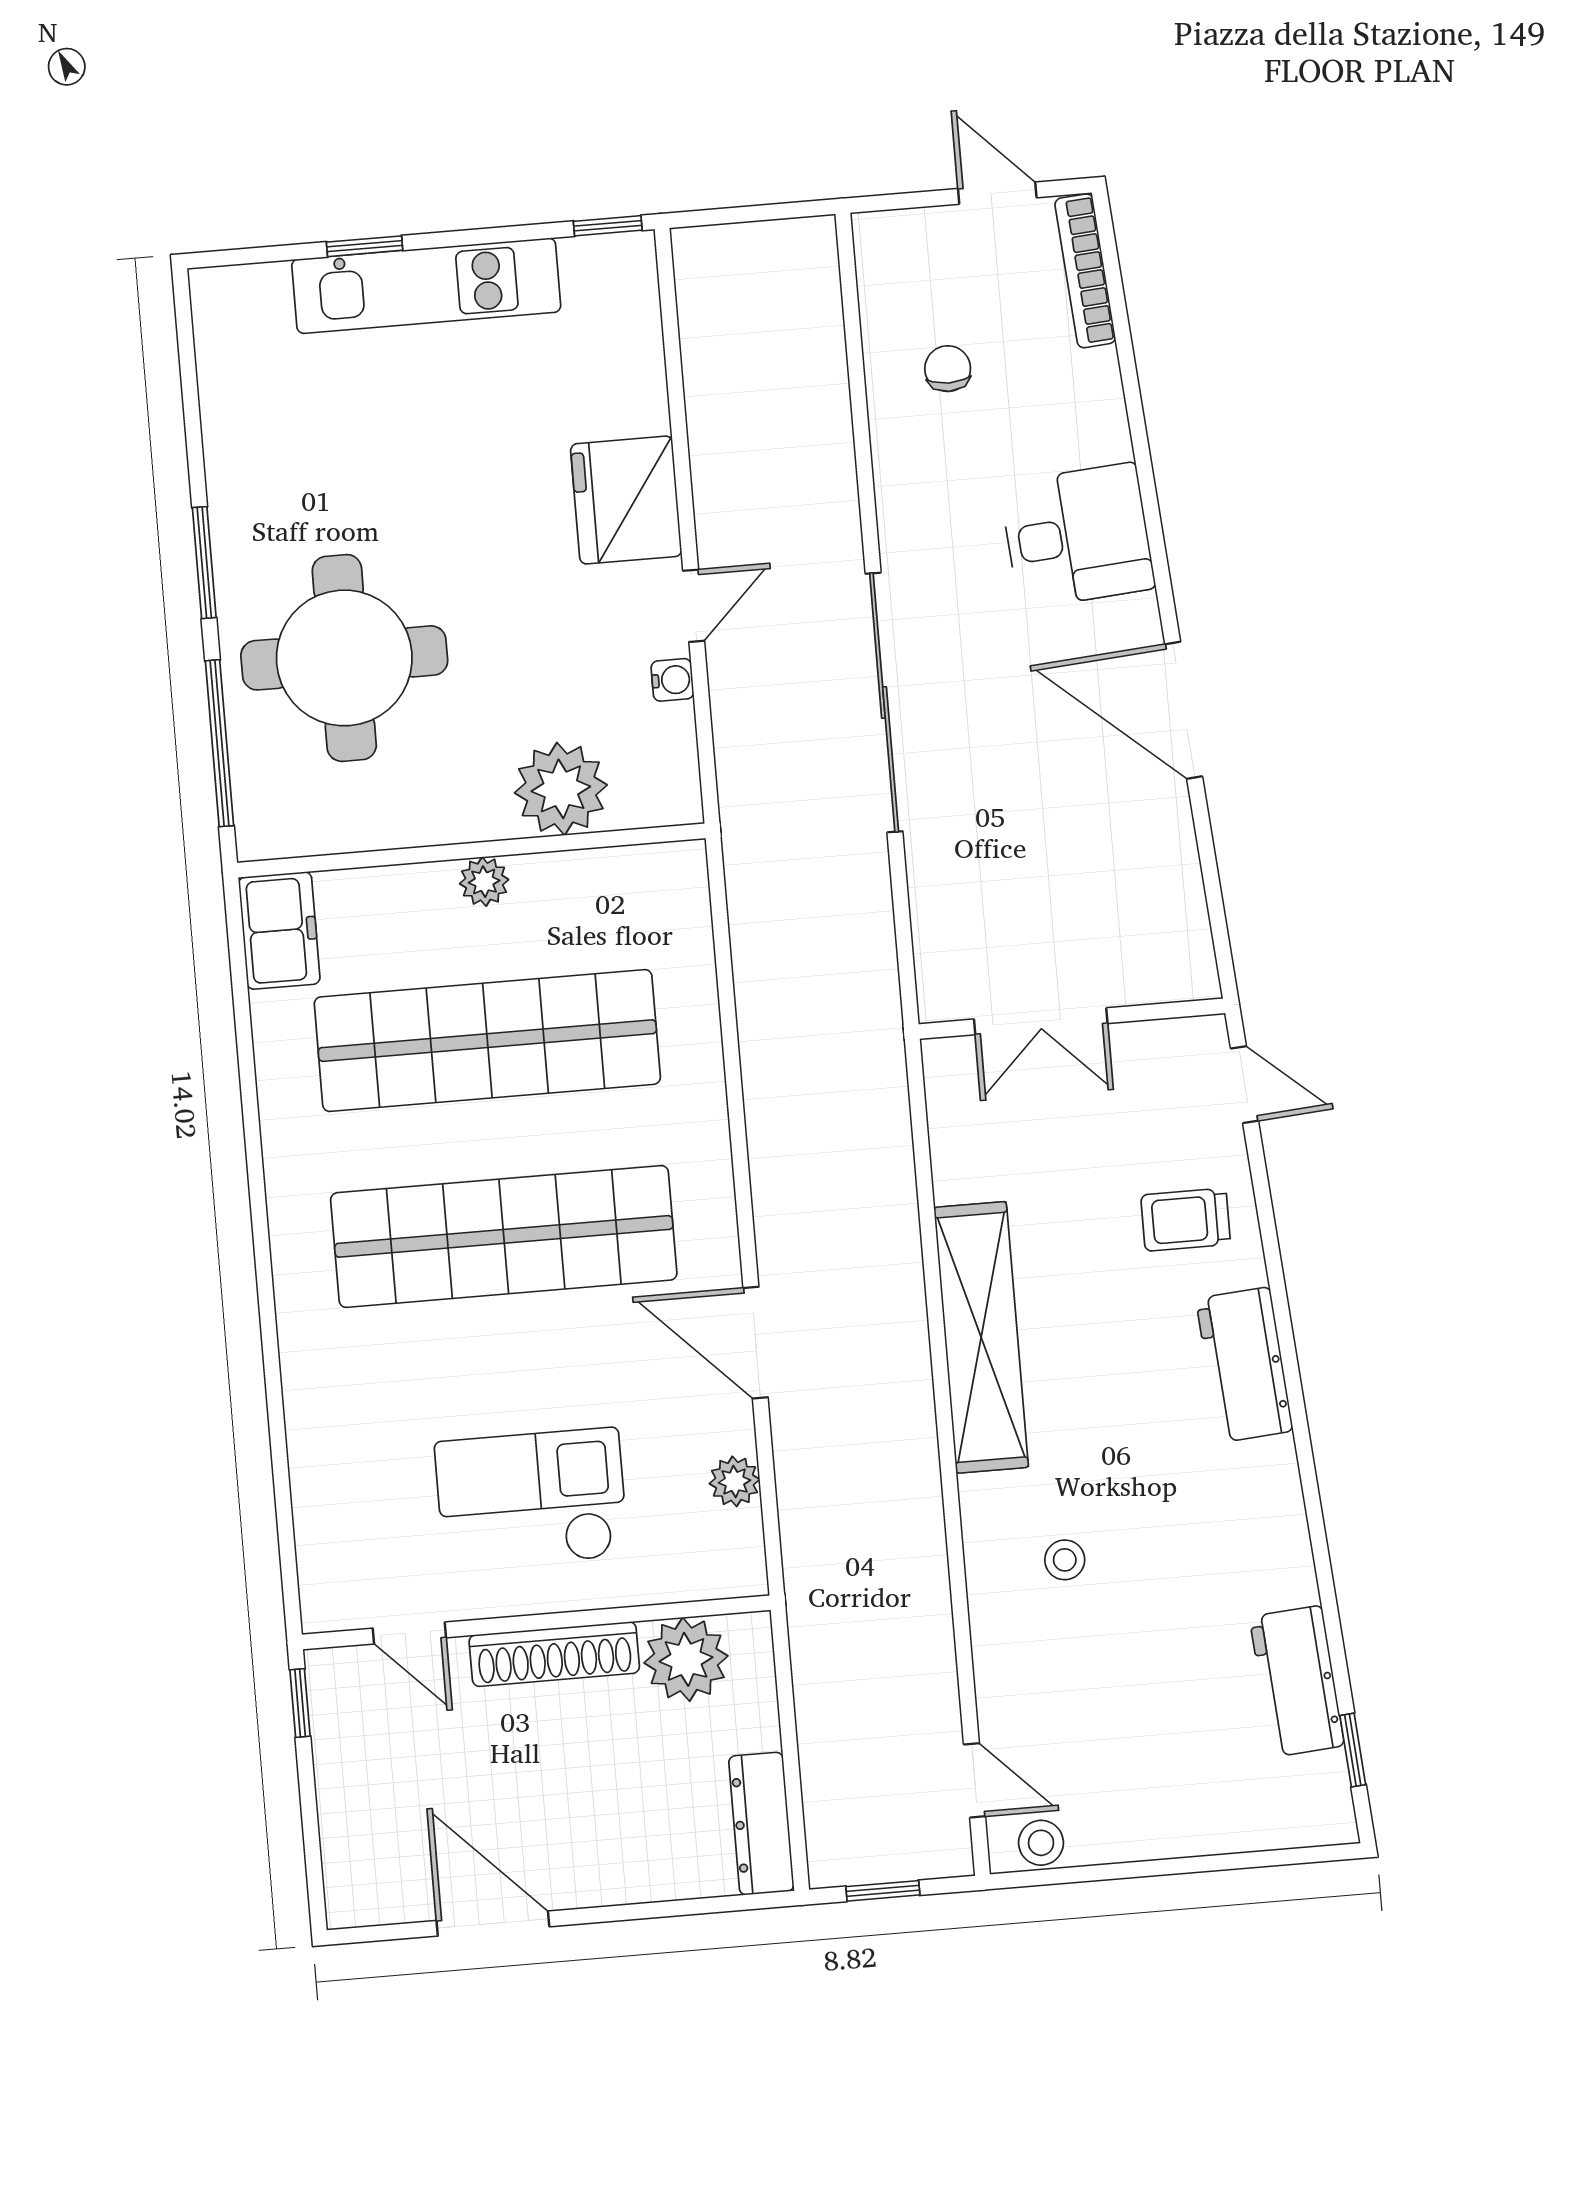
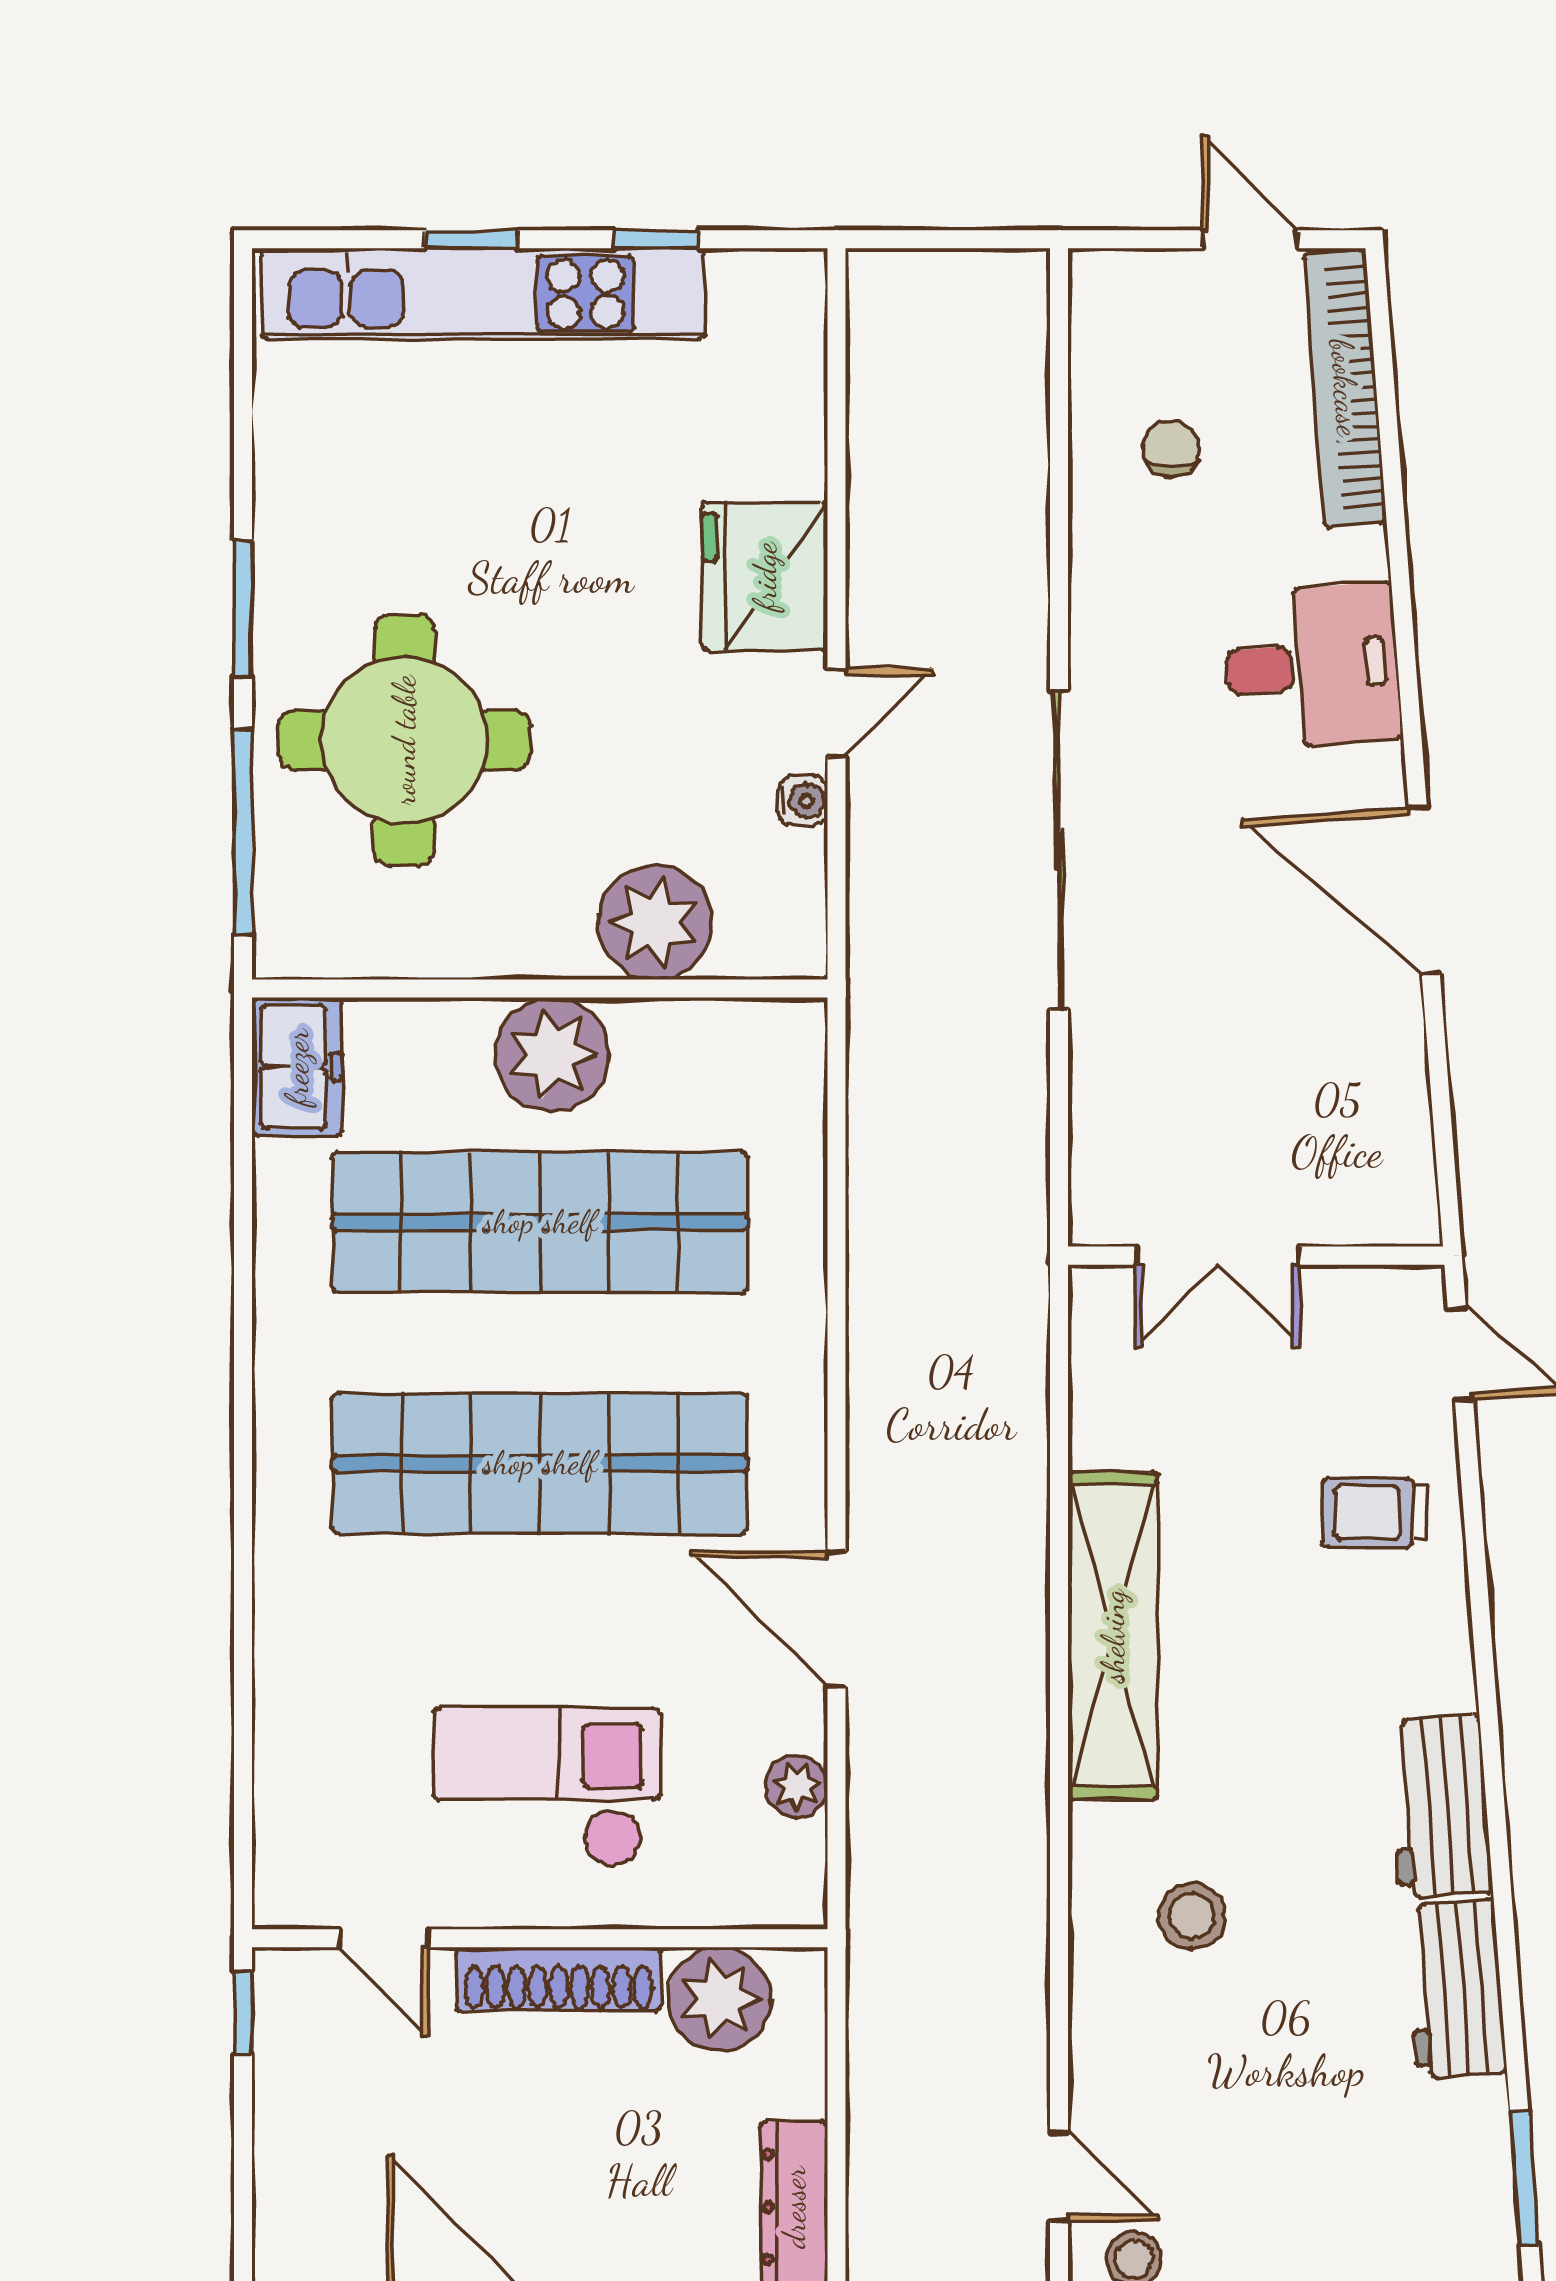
window: (608, 226) -> (656, 239), moved
bookcase: (1085, 271) -> (1345, 388), width x1.48, depth x1.31
kitchen unit: (426, 286) -> (484, 294), width x1.36
plant: (484, 882) -> (552, 1054), width x1.88, depth x1.88
workbench: (1244, 1365) -> (1440, 1807), moved
stool: (1065, 1560) -> (1192, 1916), width x1.37, depth x1.37
workbench: (1297, 1681) -> (1455, 1989), moved
window: (1353, 1750) -> (1524, 2178), width x1.50

